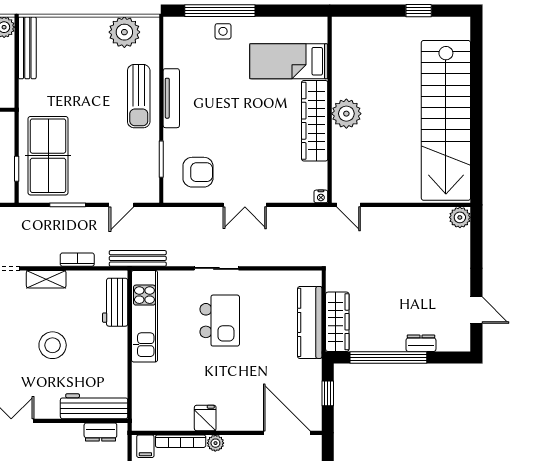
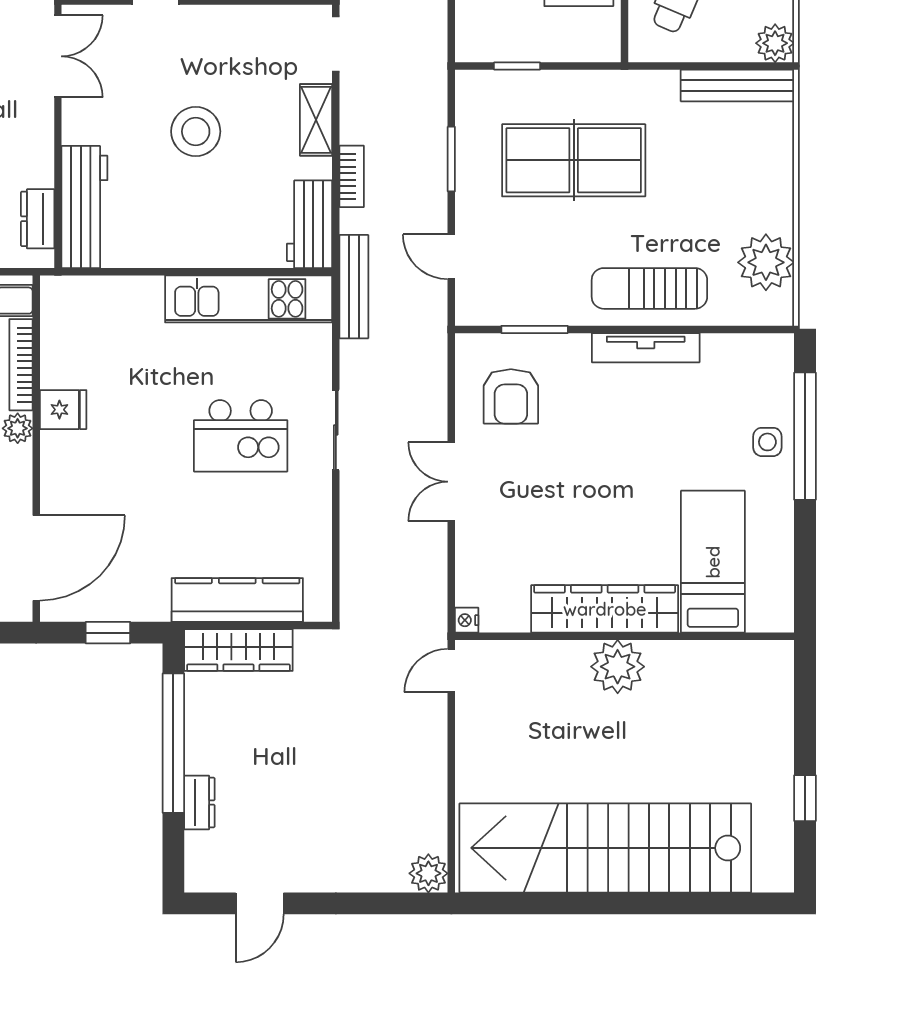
table tennis table: (48, 156) -> (574, 160), moved
workbench: (115, 302) -> (310, 224), moved, turned -90

